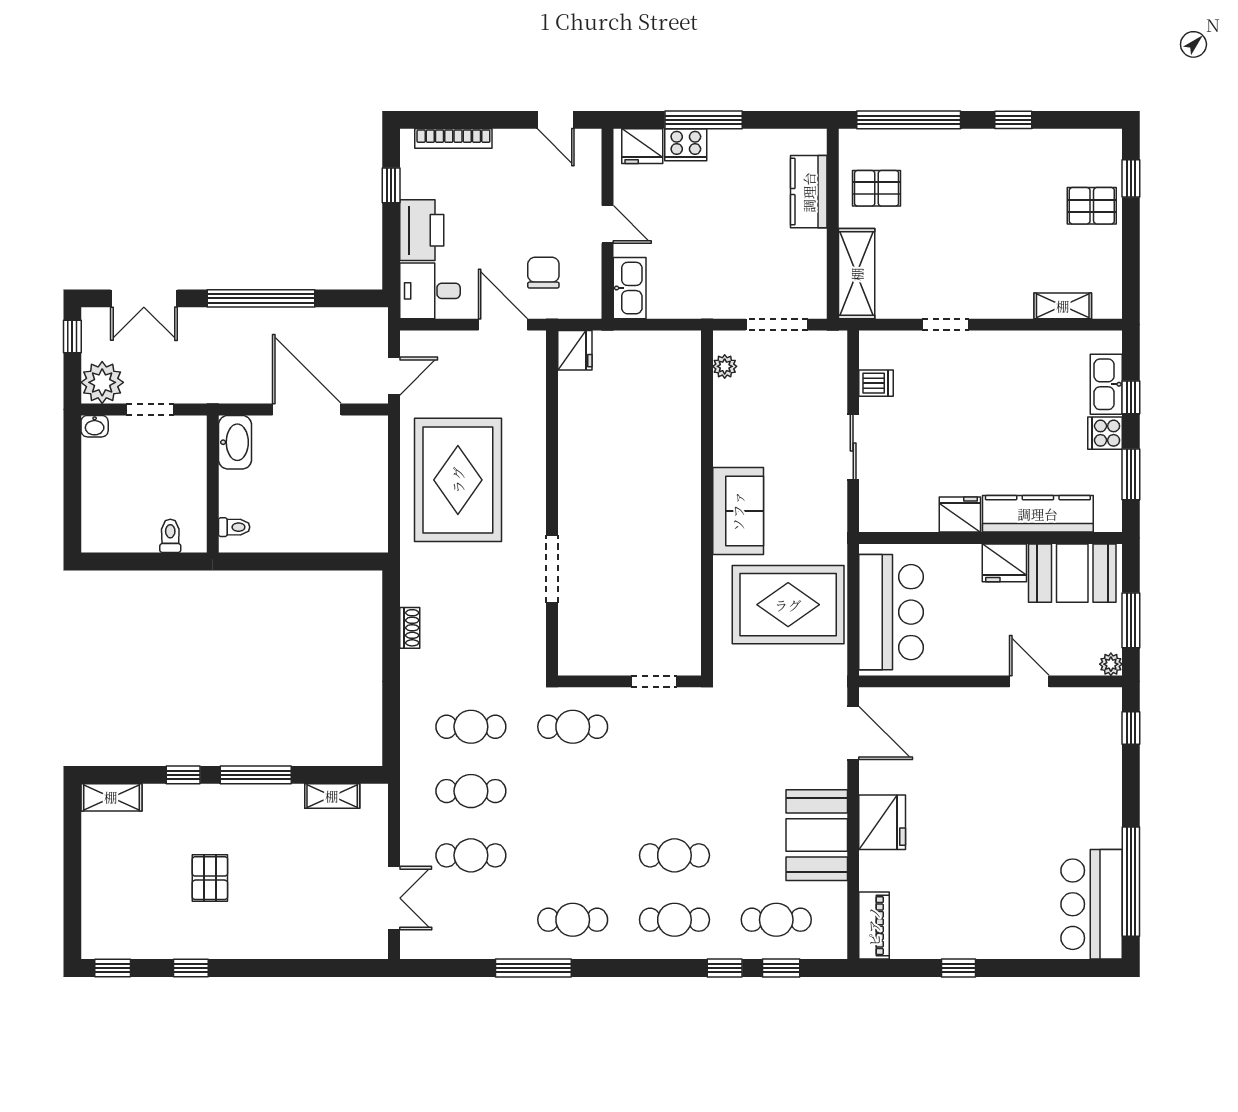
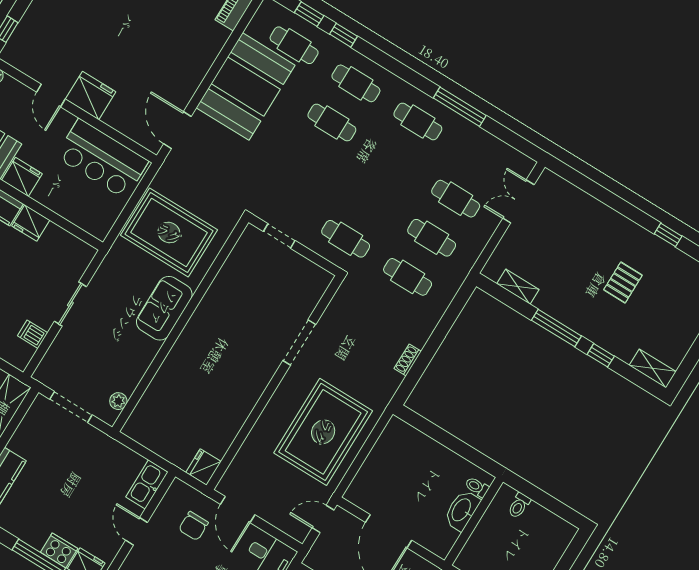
washbasin: (235, 442) -> (462, 510), moved
bar counter: (891, 612) -> (102, 159), moved, turned -90
fridge: (882, 822) -> (91, 96), moved, turned 90
booth: (817, 835) -> (246, 86), width x1.36, depth x1.42

